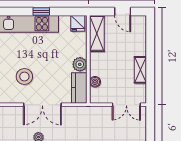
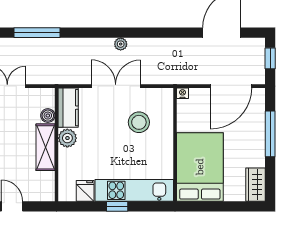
fridge: (78, 23) -> (85, 191), moved
shelving: (97, 33) -> (45, 147), moved

